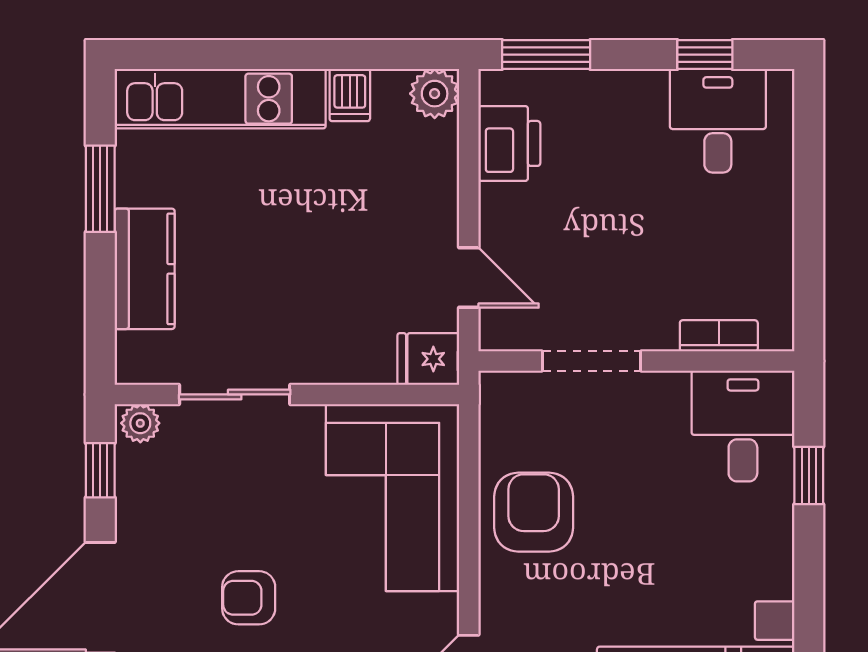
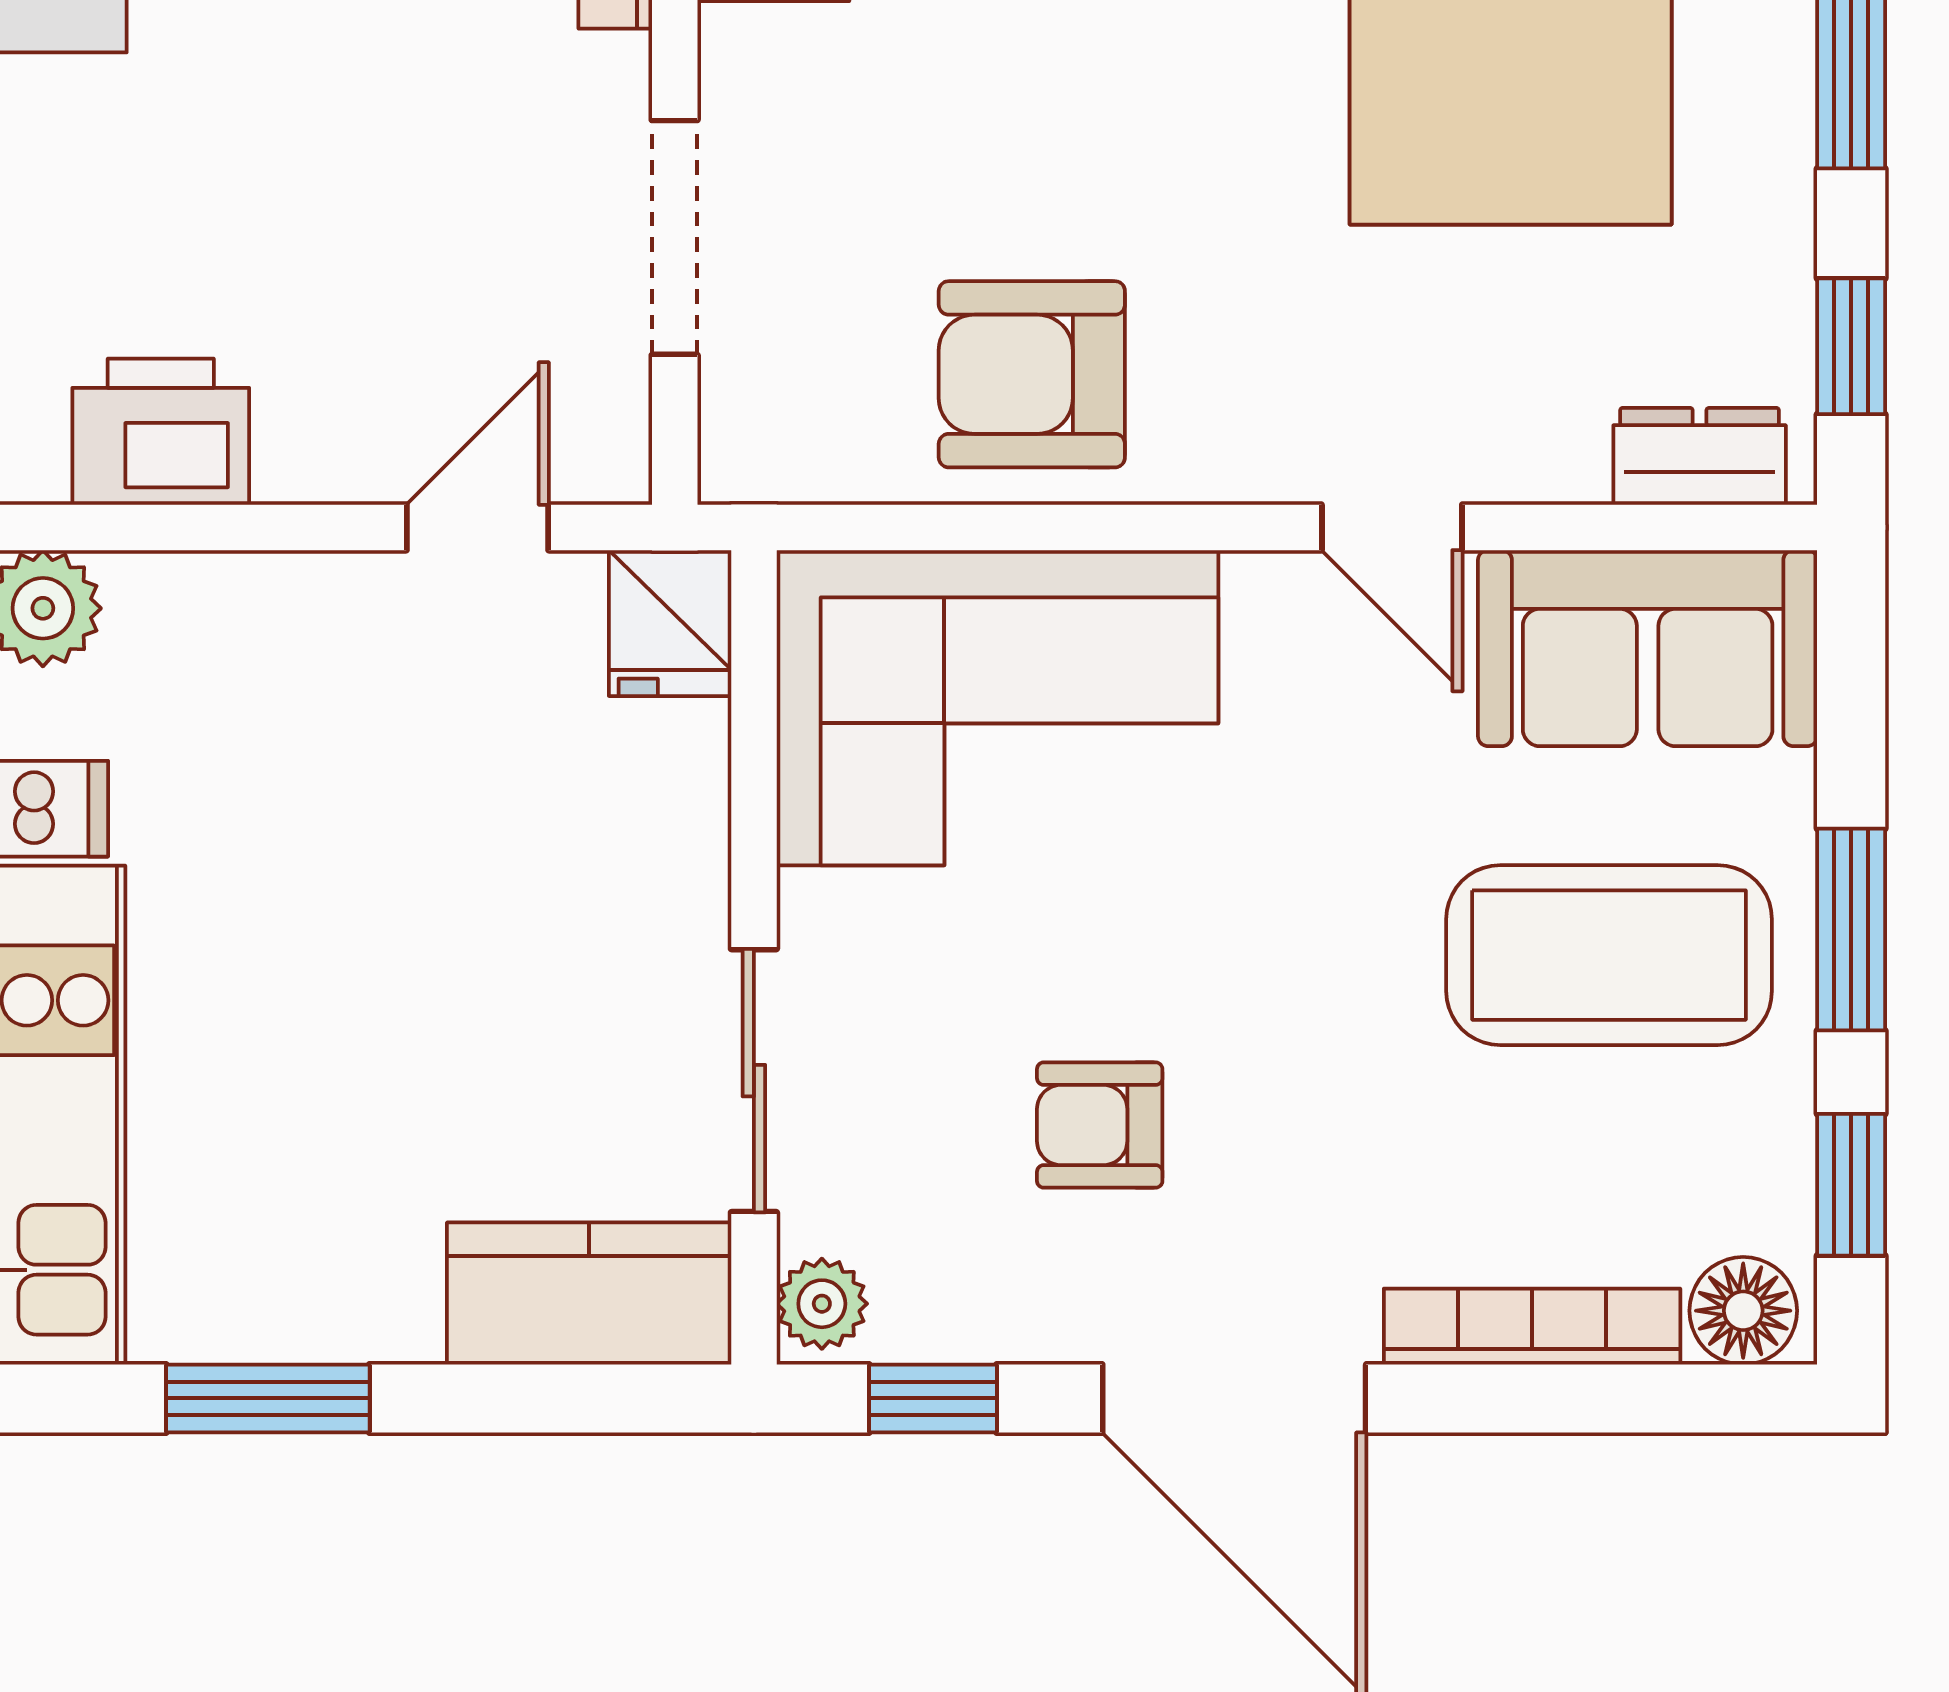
kitchen counter: (145, 269) -> (589, 1293), moved
armchair: (249, 598) -> (1100, 1125), moved, turned 90

